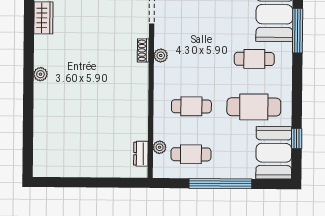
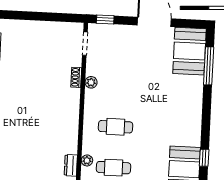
cafe table: (254, 59) -> (171, 88), removed
cafe table: (254, 107) -> (169, 129), removed

